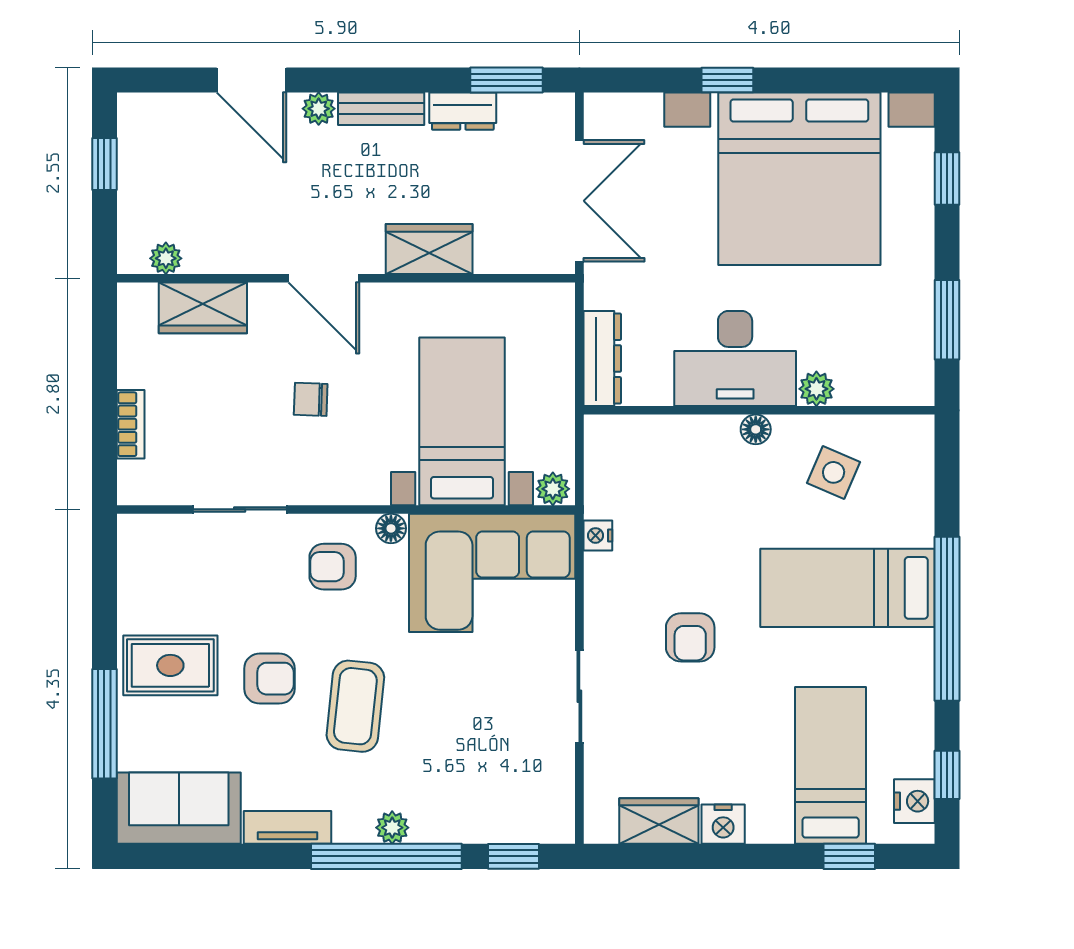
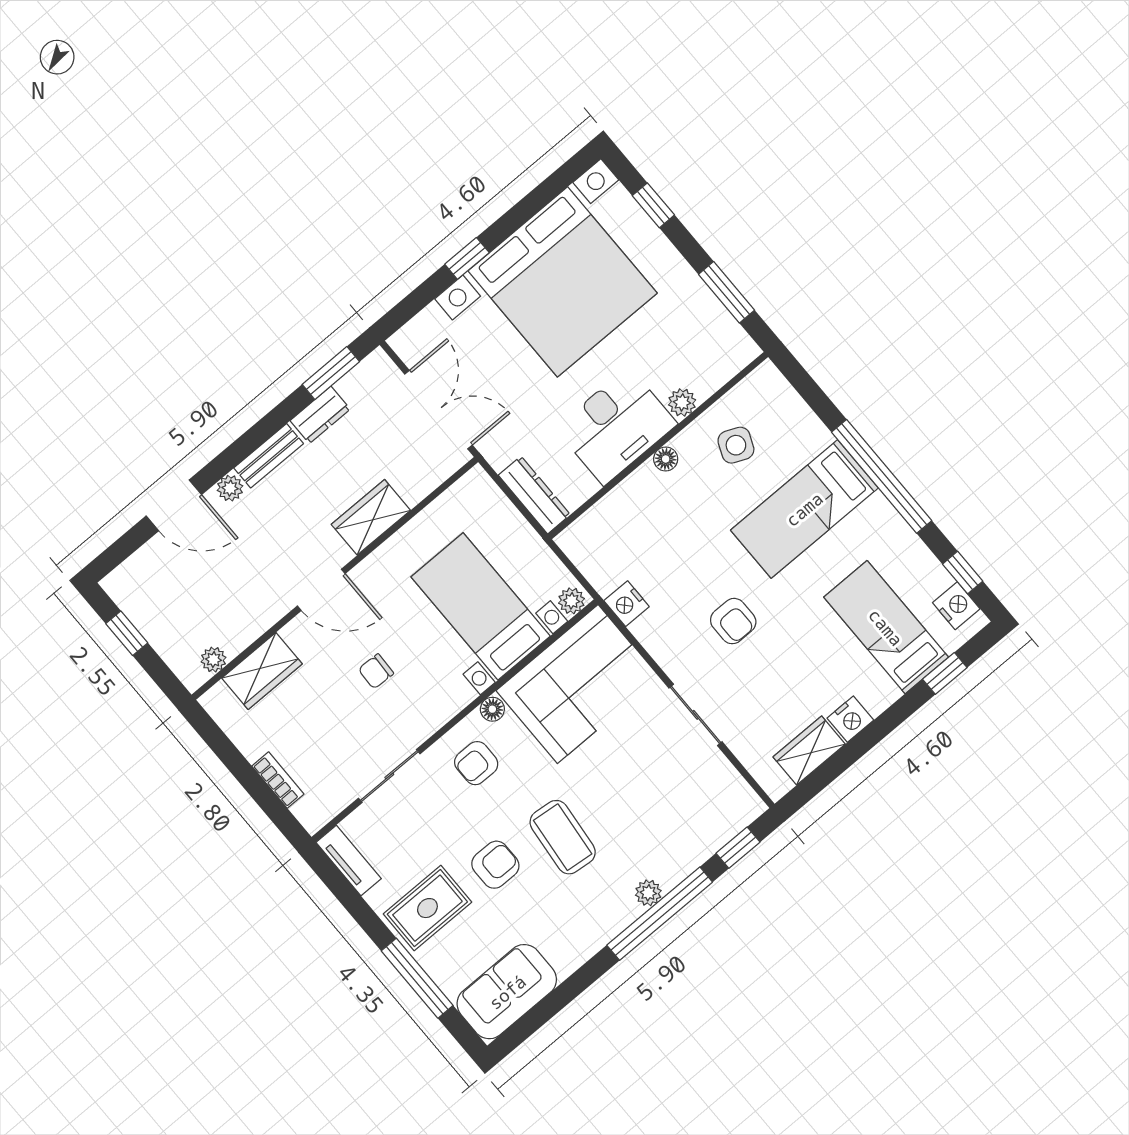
nightstand: (598, 535) -> (627, 604), width x1.39, depth x1.35
tv unit: (288, 827) -> (349, 860), moved, turned 90

